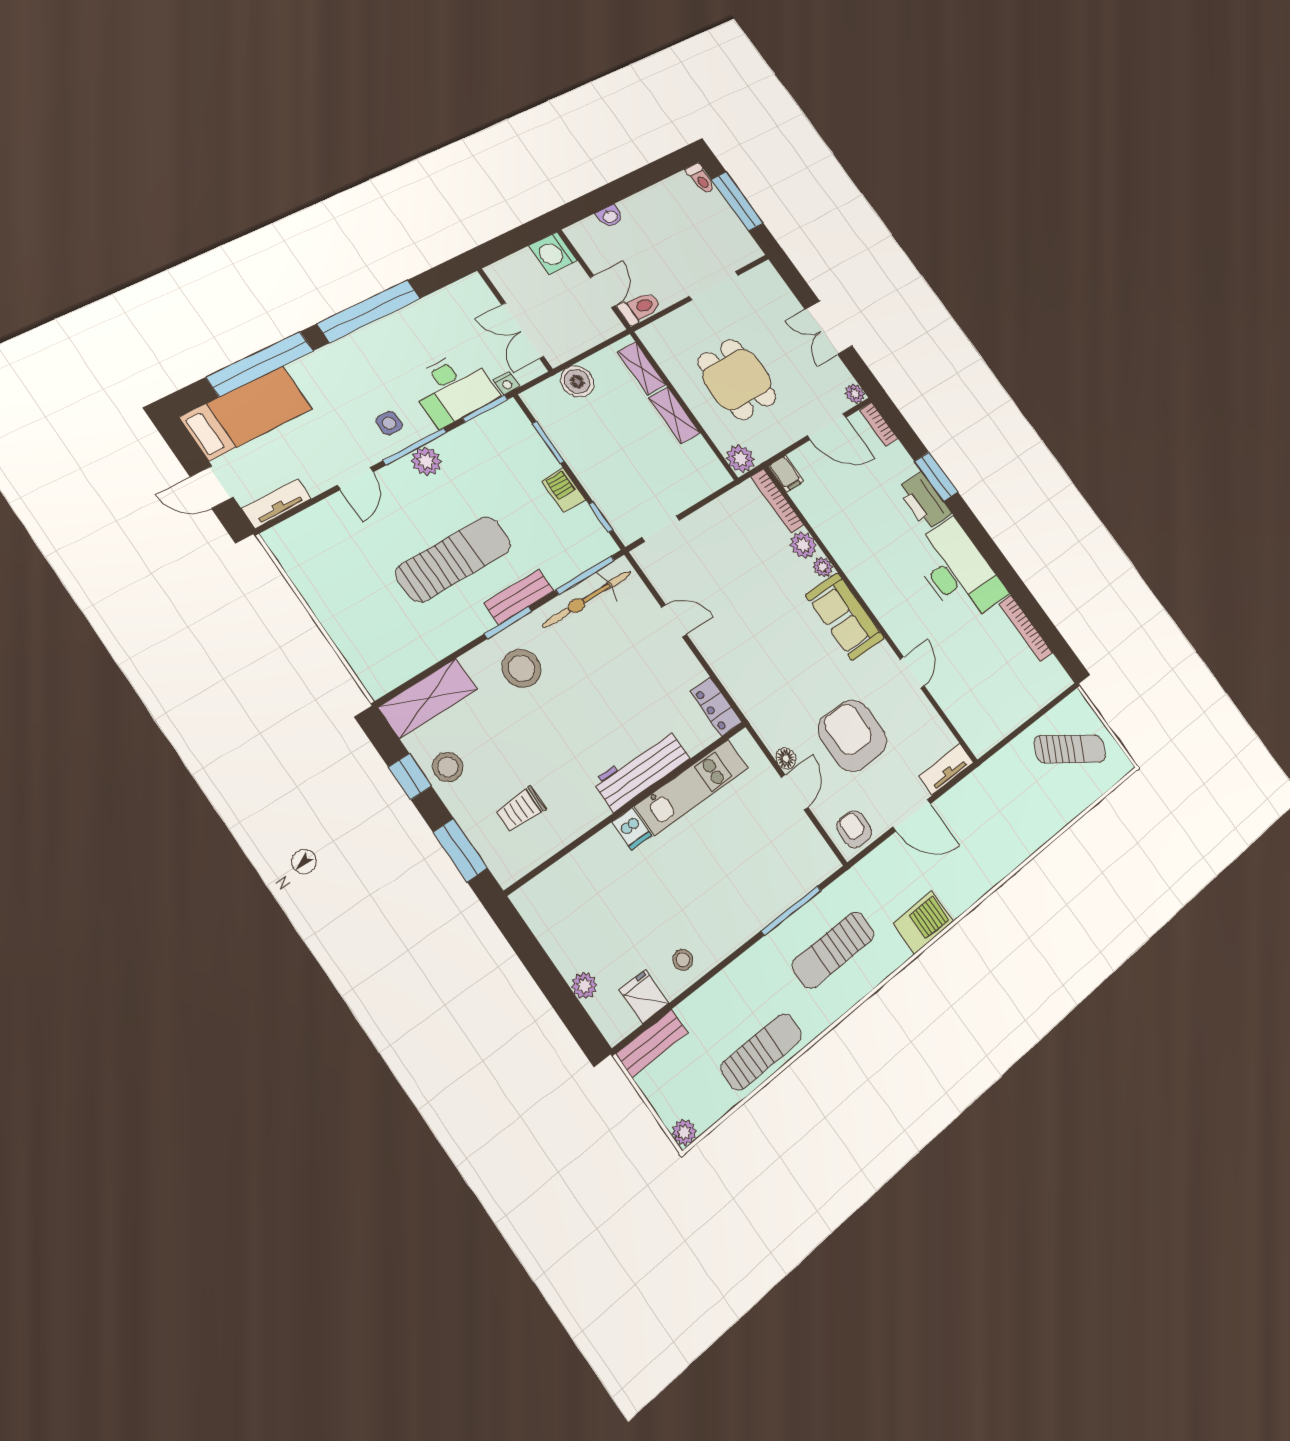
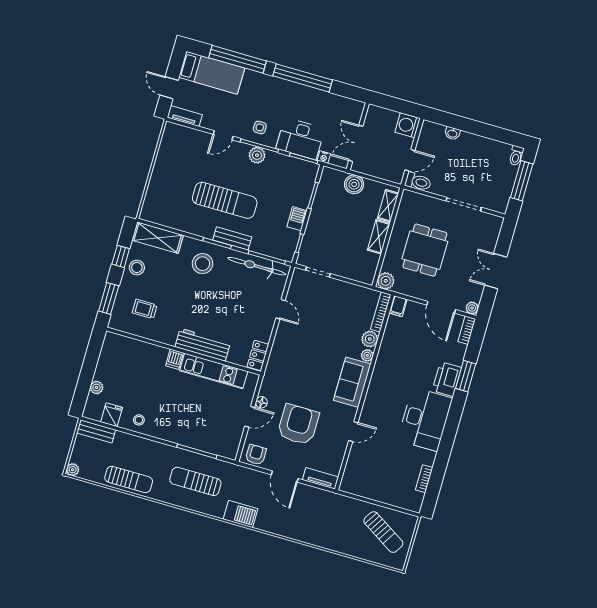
bookcase: (1026, 628) -> (424, 479), width x0.64

